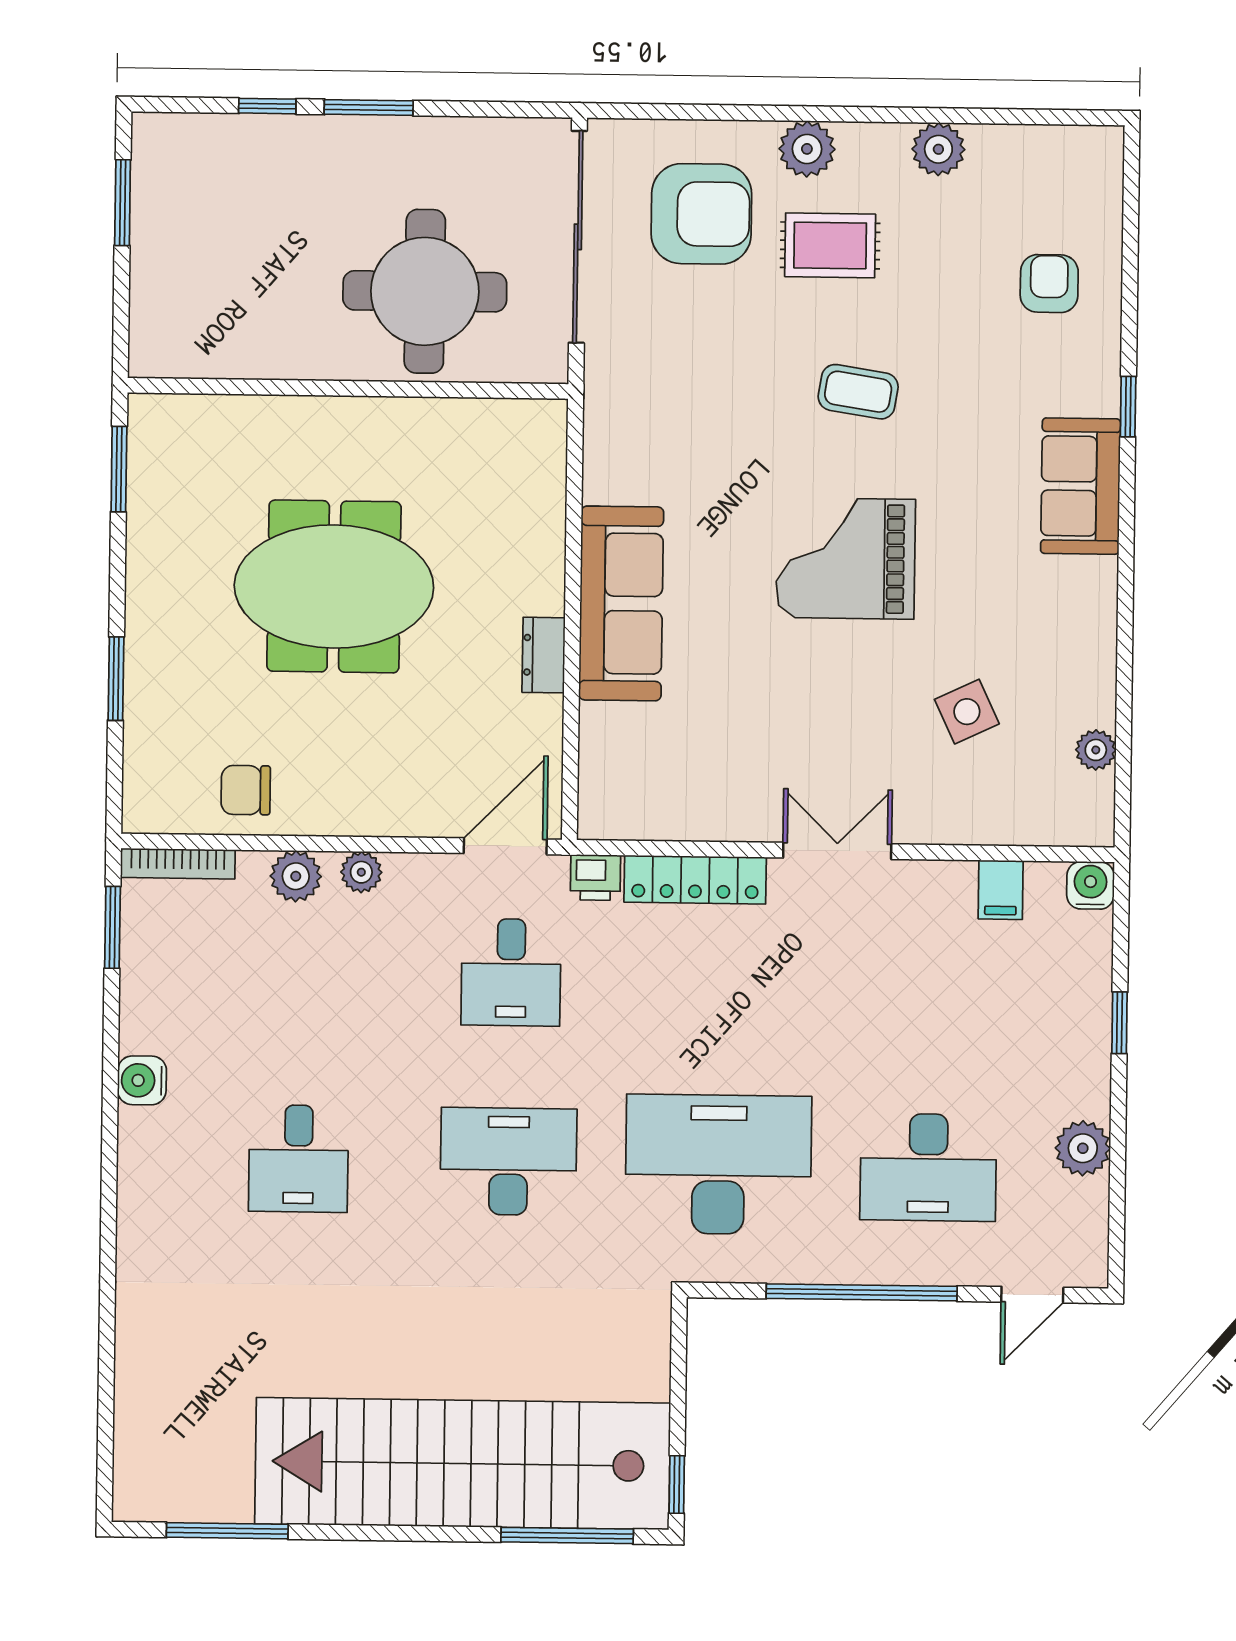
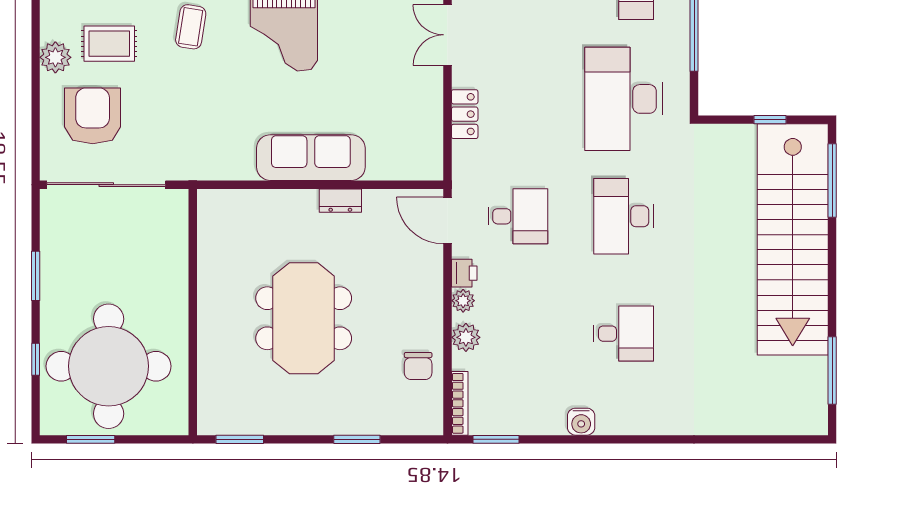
window: (369, 108) -> (36, 276), moved
rug: (830, 245) -> (109, 44), turned 90
round table: (425, 291) -> (109, 366), moved, width x1.36, depth x1.36
printer: (595, 877) -> (464, 273), moved
locker: (695, 880) -> (465, 114), width x0.66
window: (677, 1484) -> (770, 120), moved

